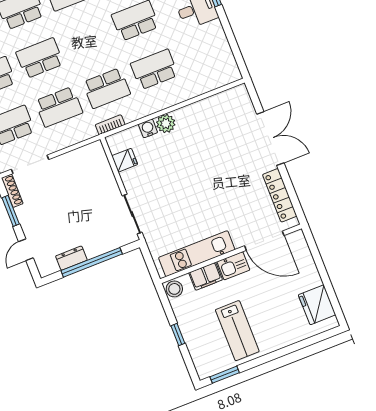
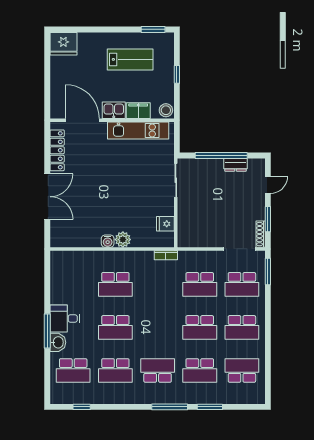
school desk: (107, 88) -> (158, 284), removed
school desk: (59, 107) -> (200, 284), turned 180
water cooler: (148, 128) -> (108, 241), moved
double door: (270, 139) -> (47, 197), swing flipped
fridge: (317, 305) -> (63, 44), moved, turned 90
lab bench: (237, 331) -> (130, 59), turned 90

